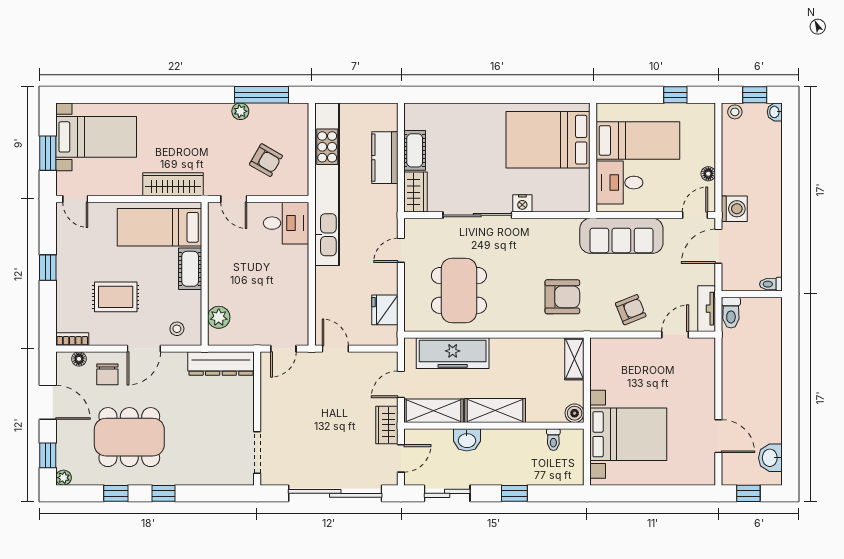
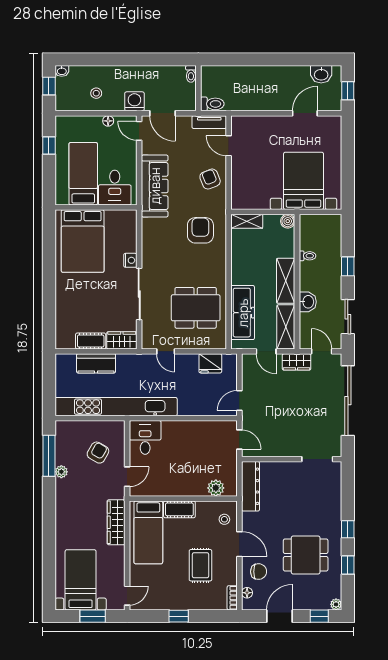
stool: (735, 112) -> (96, 93), moved
dining table: (129, 437) -> (306, 555), width x0.73
toilet: (553, 440) -> (307, 256), moved

